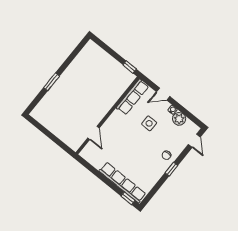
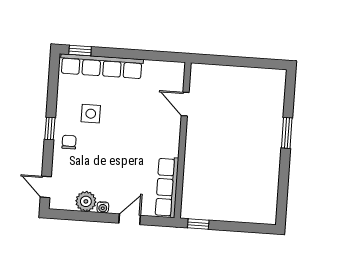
side table: (149, 123) -> (91, 114), moved

